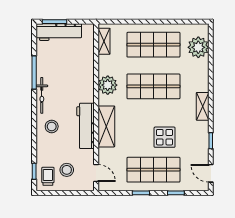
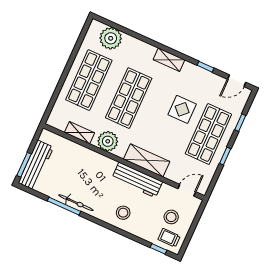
shelving: (104, 41) -> (79, 133), moved
bicycle: (42, 95) -> (76, 203), moved

